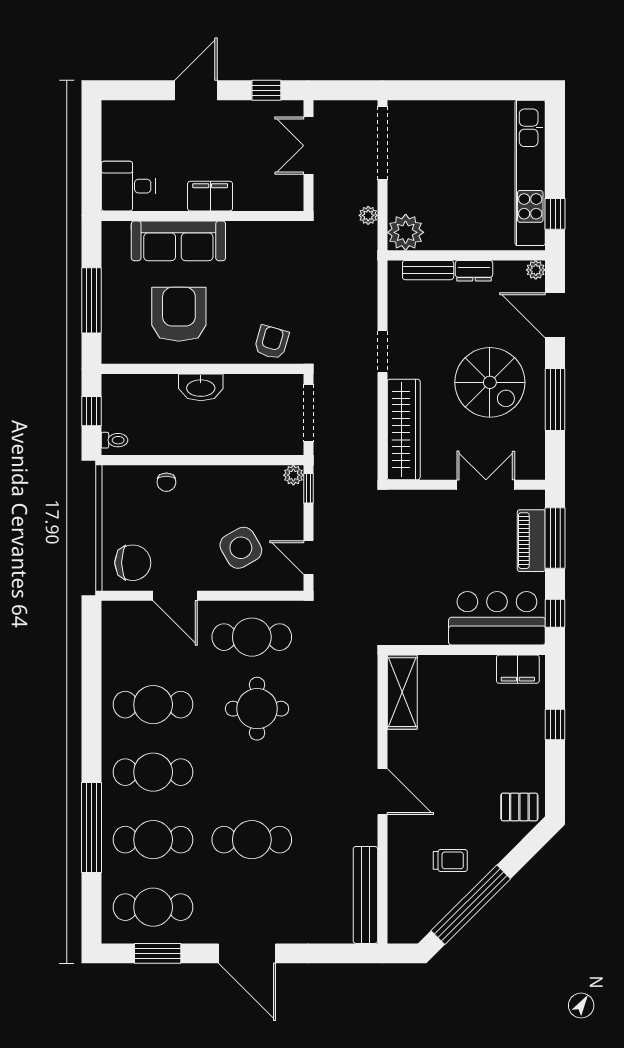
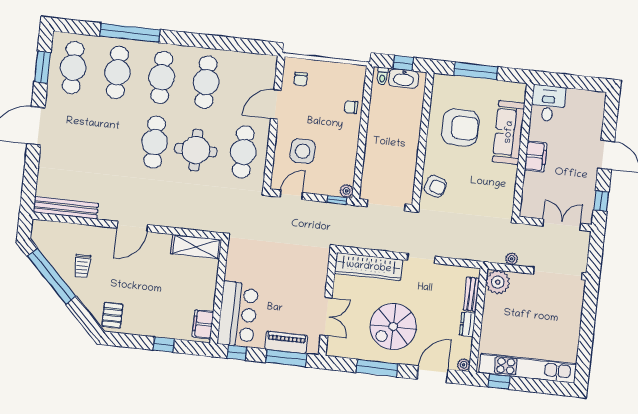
washbasin: (201, 387) -> (404, 79), moved, turned -90
side table: (241, 548) -> (303, 151), turned 30
chair: (133, 563) -> (301, 79), width x0.54, depth x0.54
cafe table: (252, 840) -> (155, 142), moved

